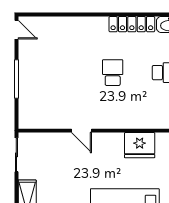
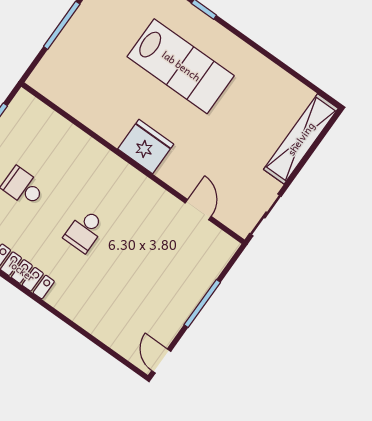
door: (82, 131) -> (198, 210), moved
fridge: (140, 145) -> (146, 147), moved

